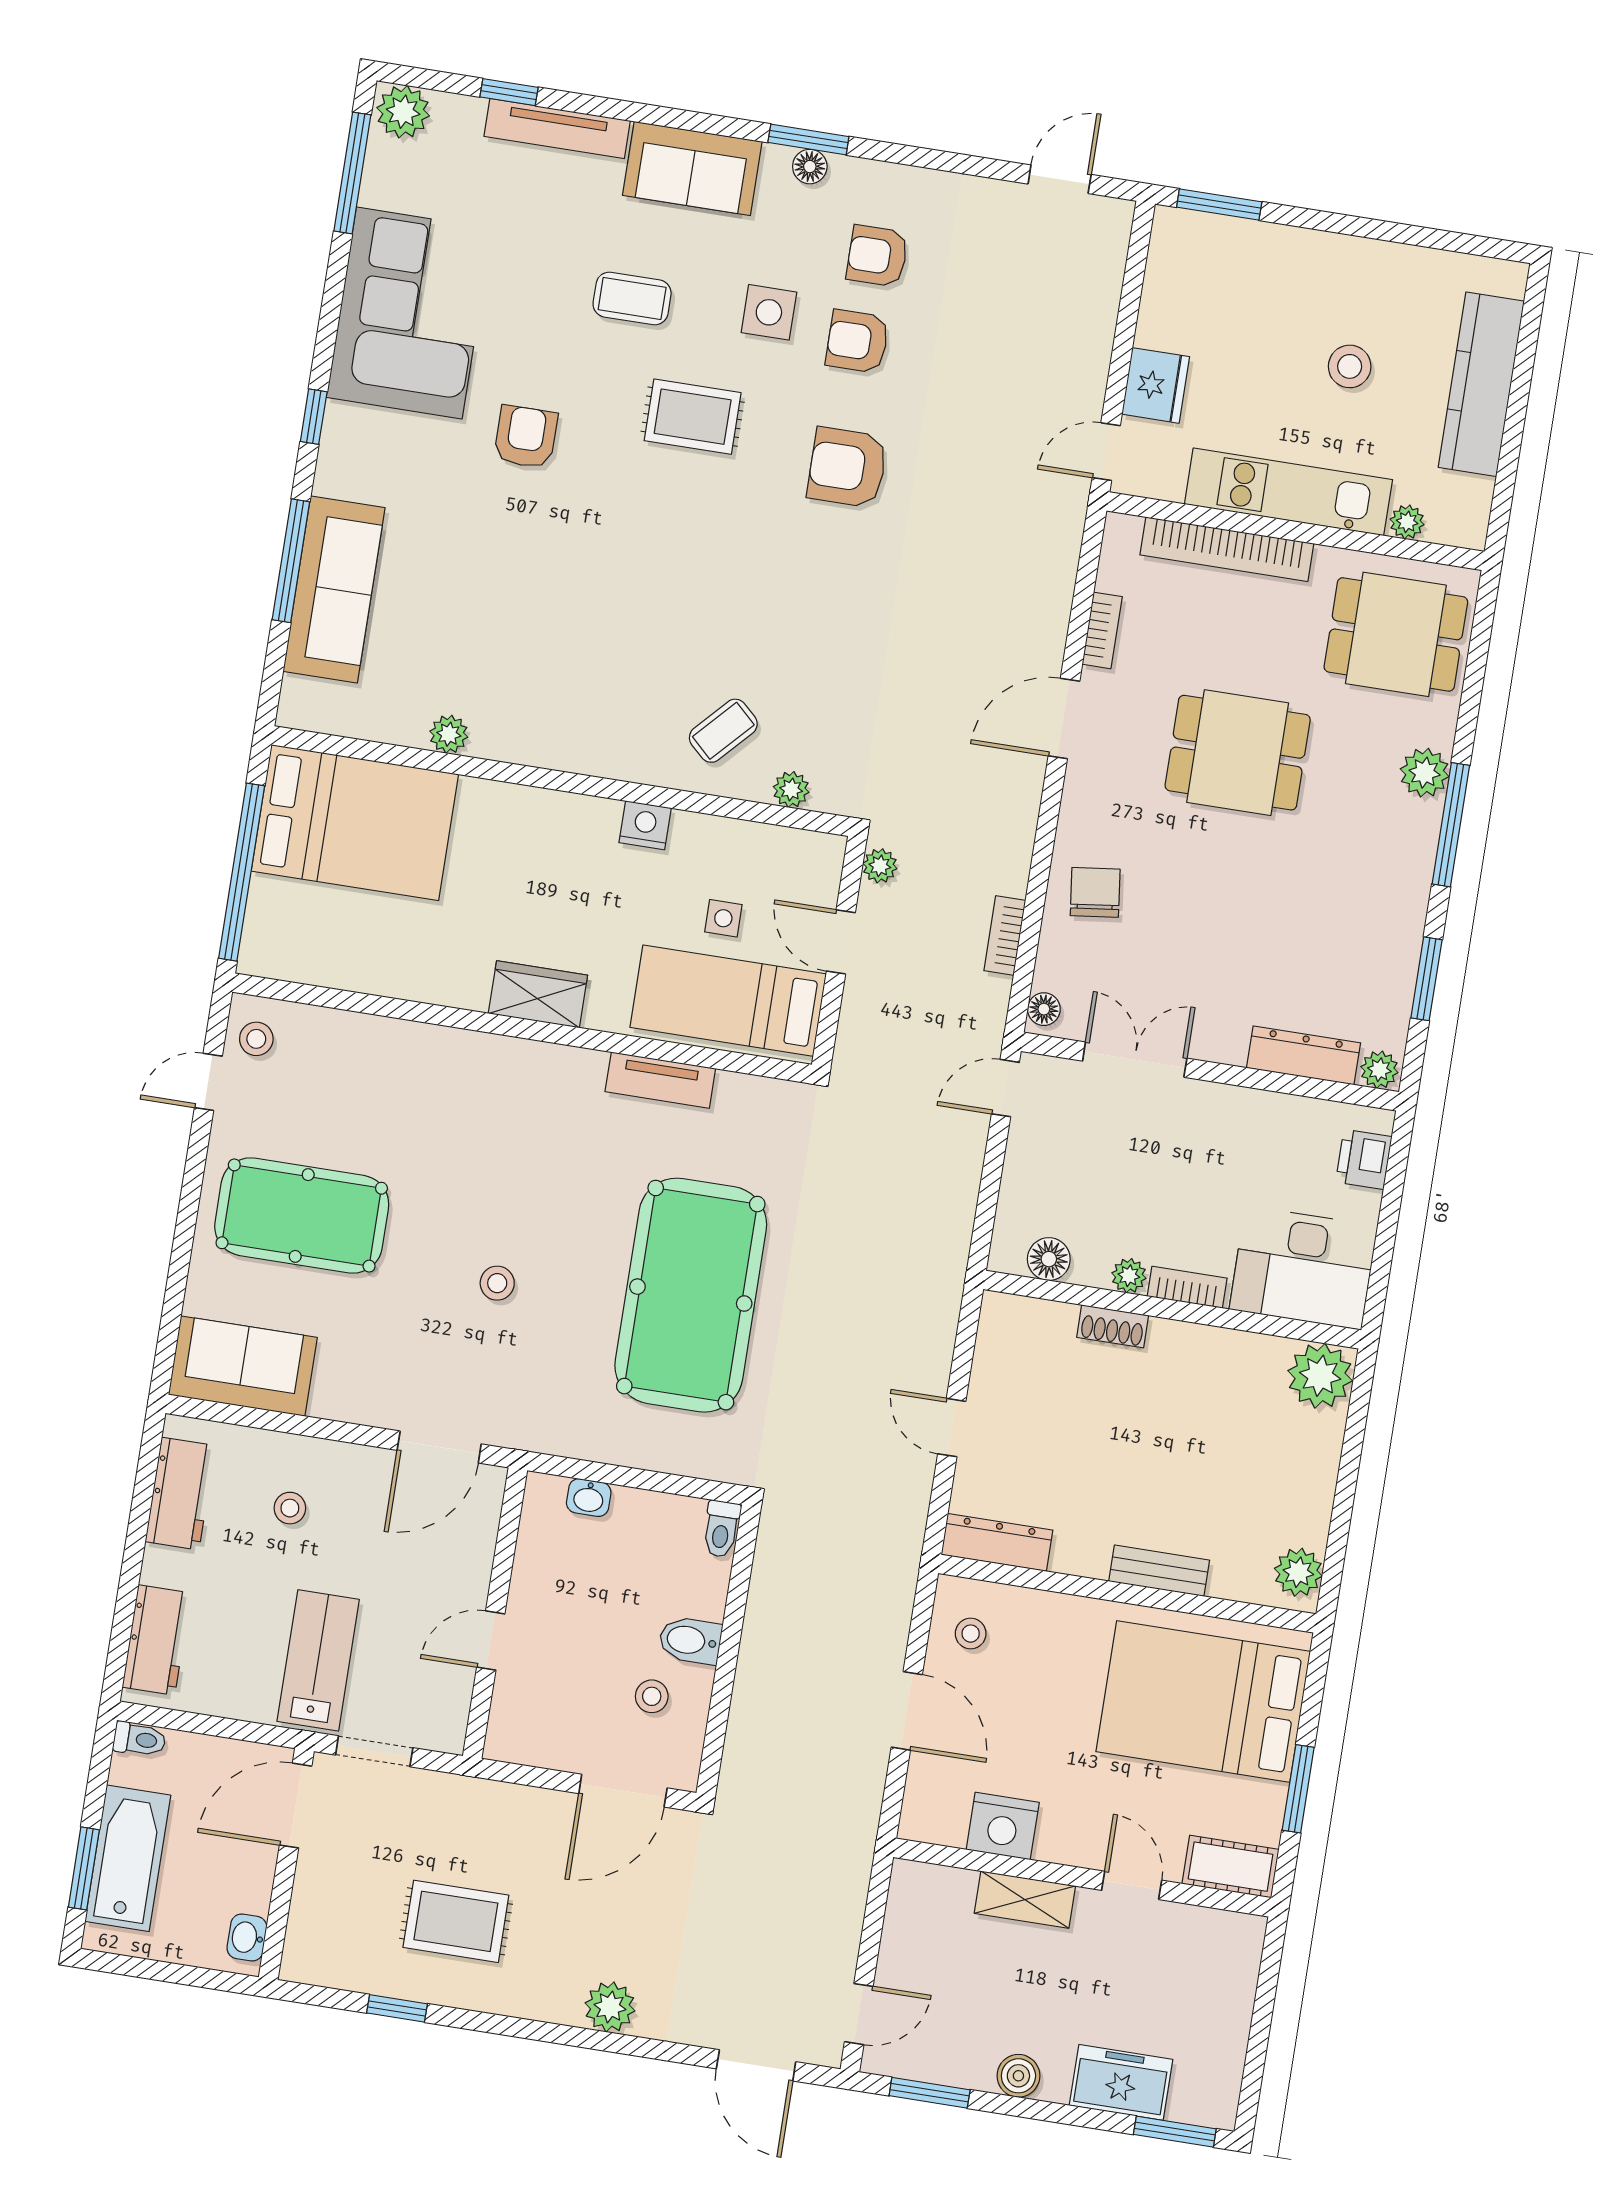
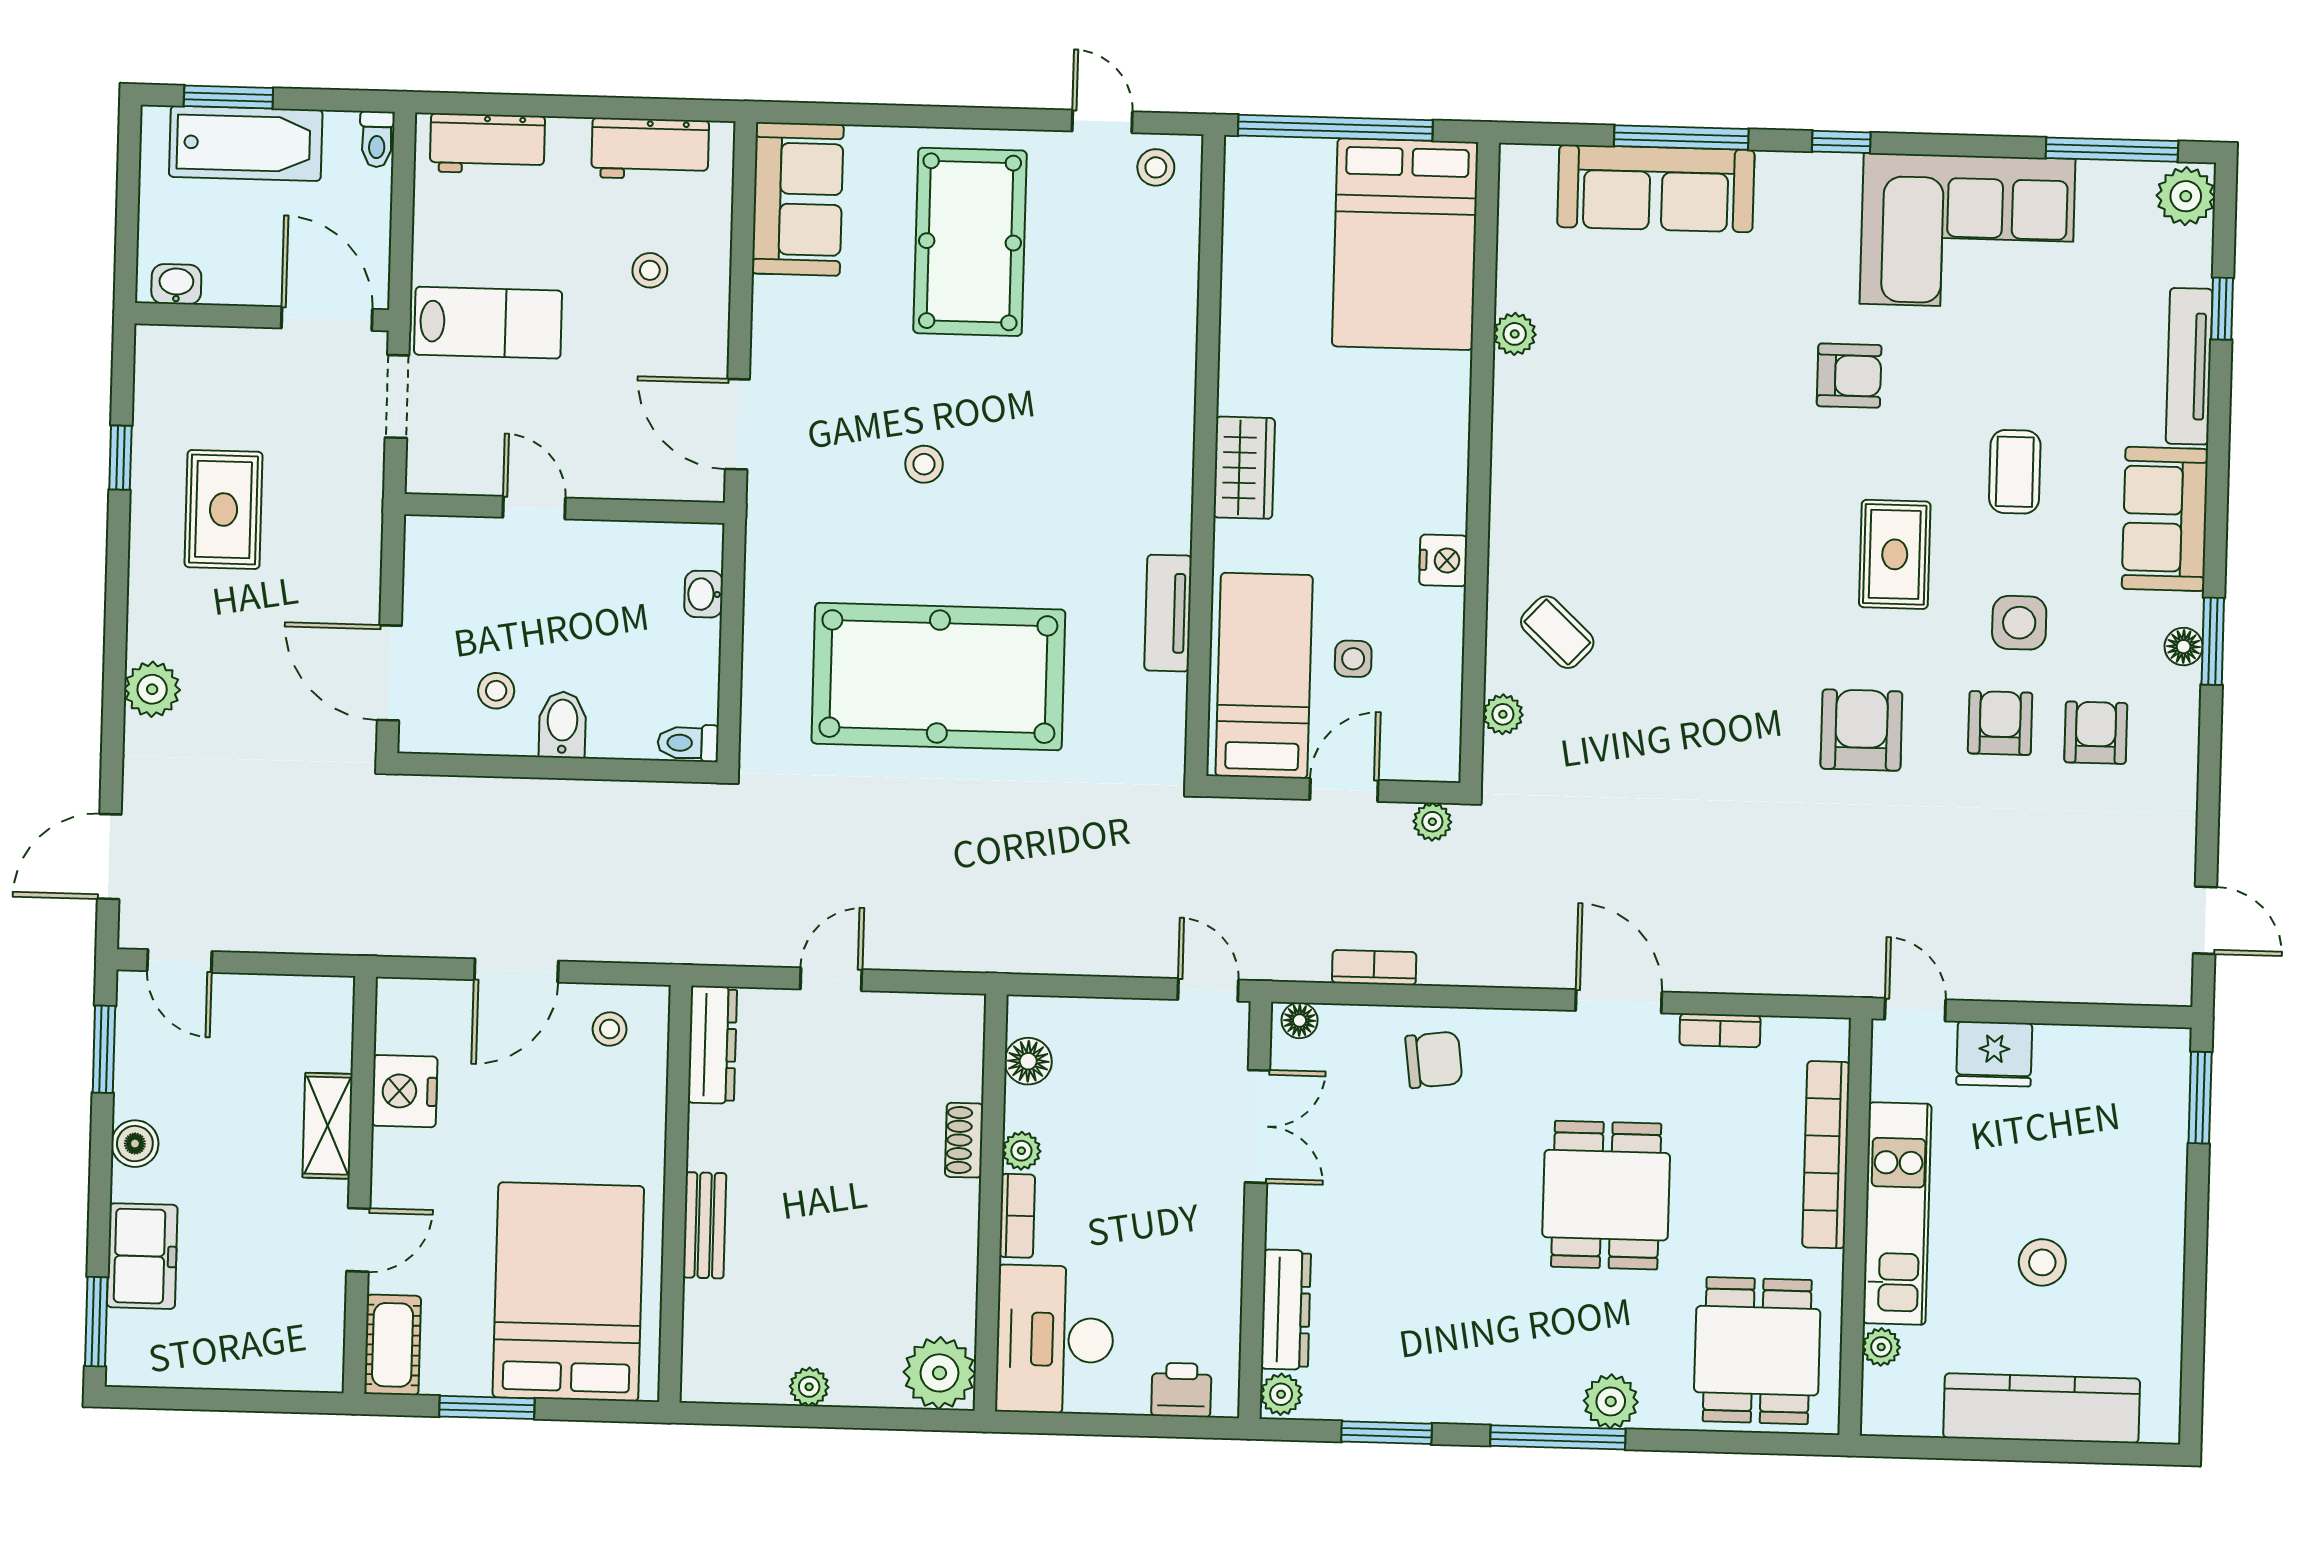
plant: (1298, 1572) -> (809, 1387), moved, width x0.73, depth x0.73

